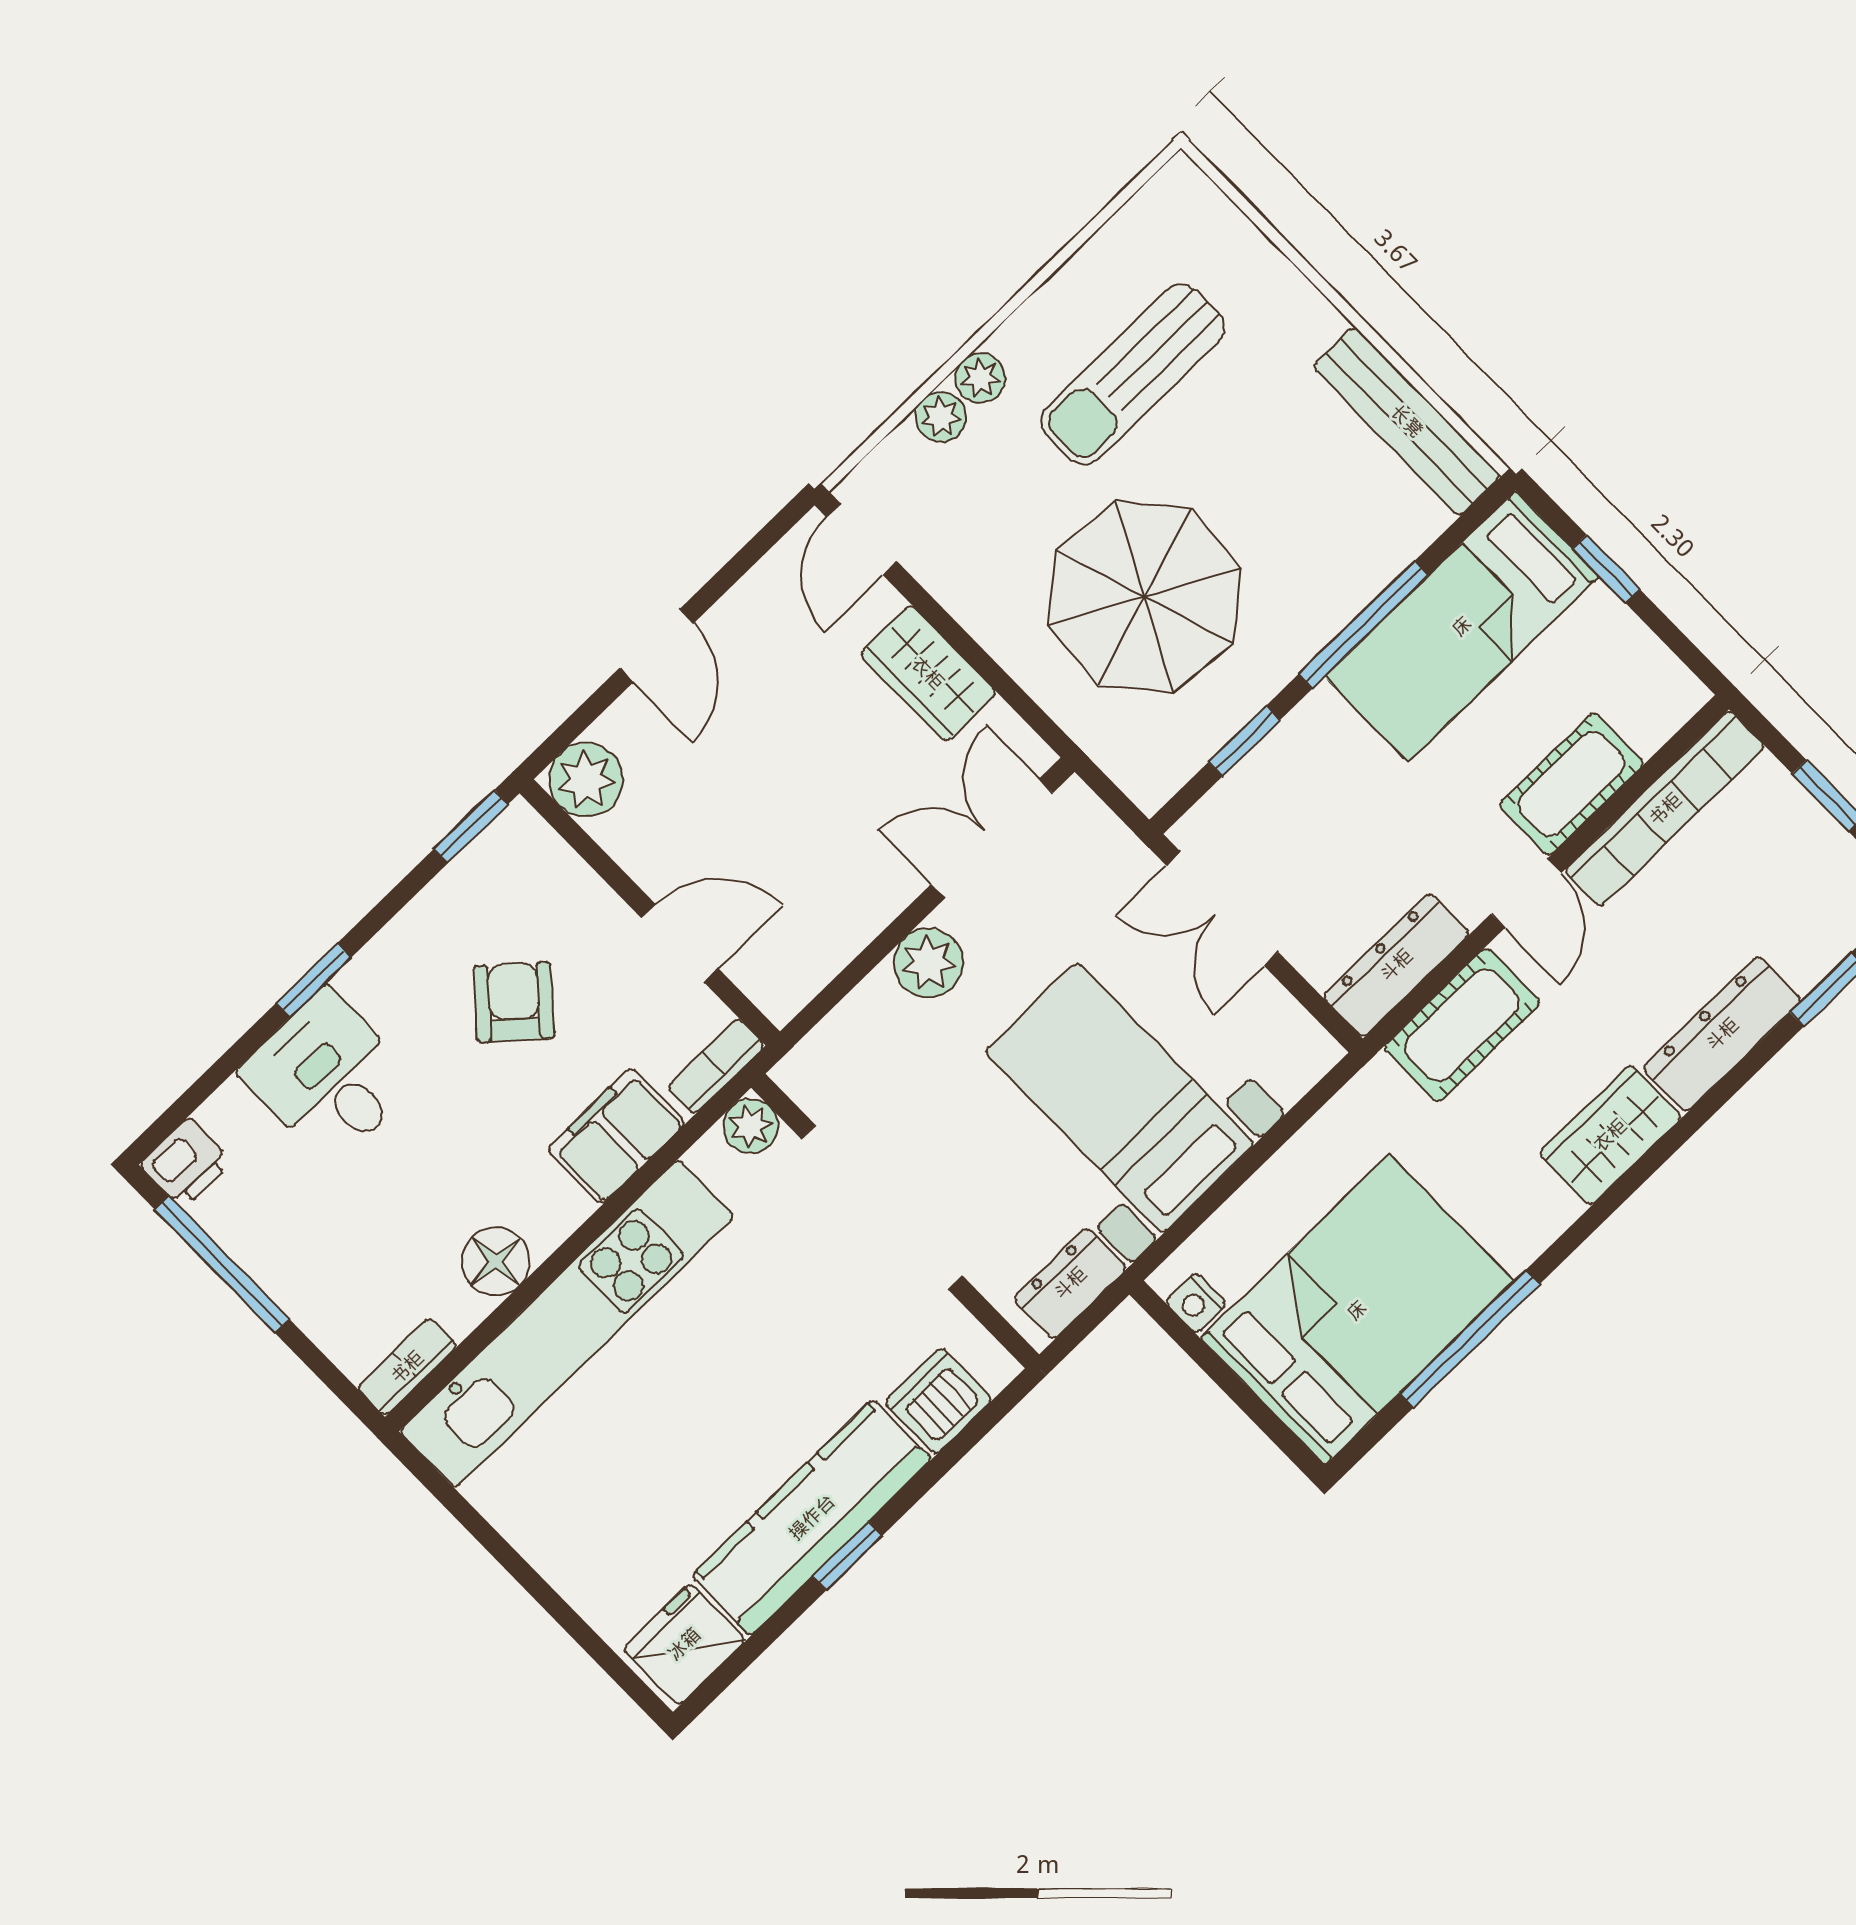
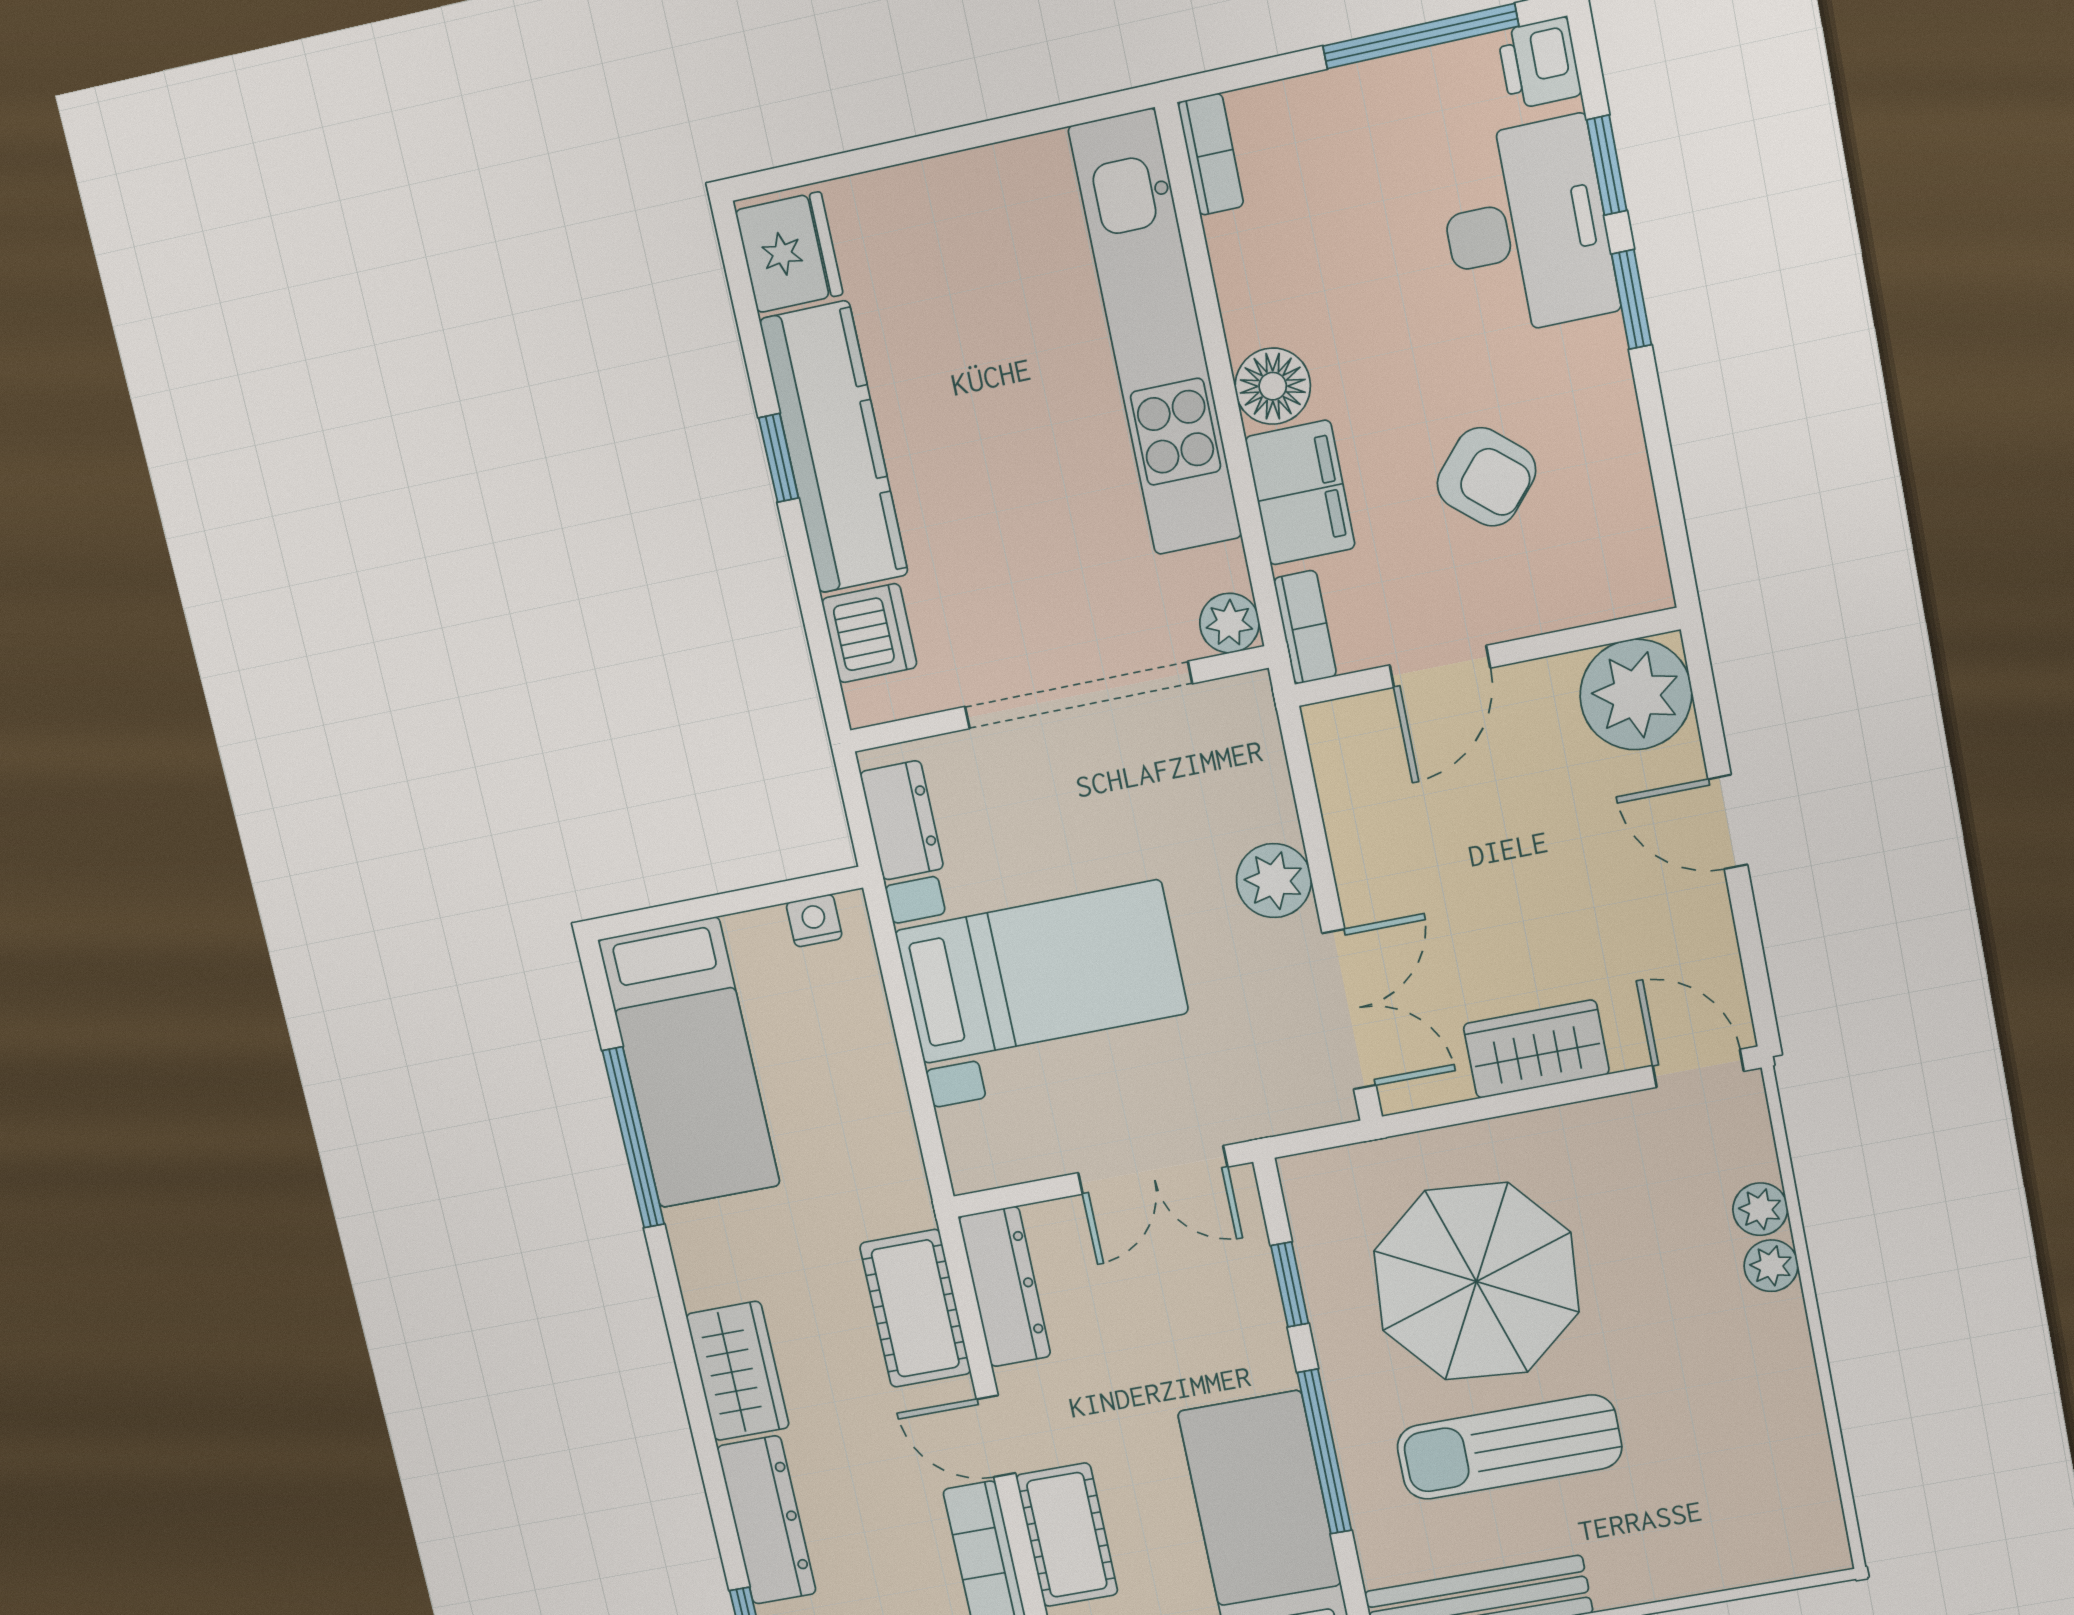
sun lounger: (1133, 374) -> (1509, 1447), moved, turned -90
plant: (586, 780) -> (1636, 695), width x1.36, depth x1.36
window: (471, 827) -> (1607, 165), moved
double door: (1222, 909) -> (1153, 1170), swing flipped
desk: (328, 1077) -> (1526, 228), width x1.37
floor lamp: (496, 1261) -> (1273, 386), moved
bed: (1357, 1310) -> (689, 1063), width x0.67

